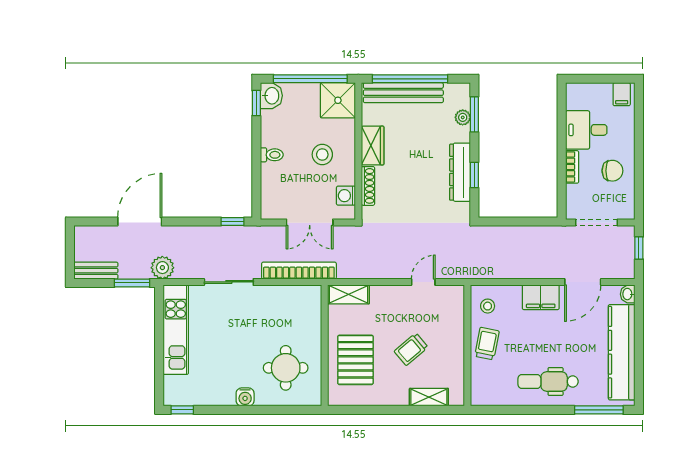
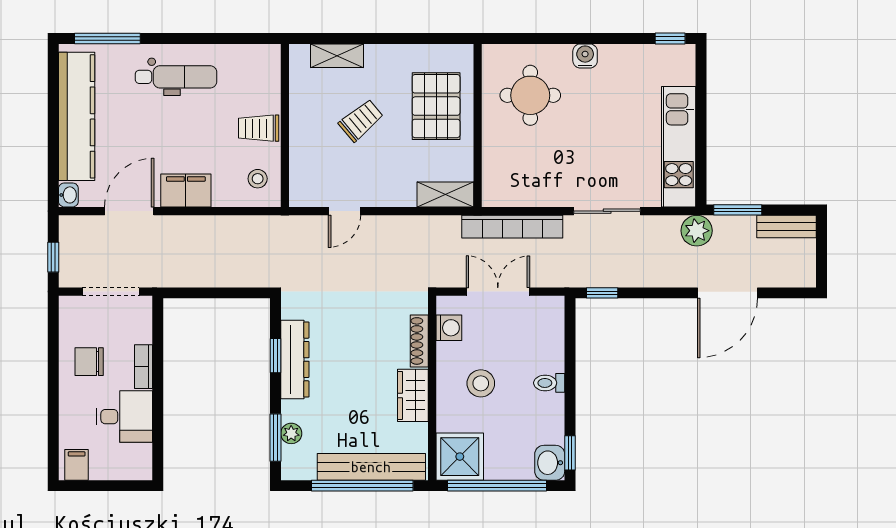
trolley: (487, 344) -> (259, 128), turned 79

